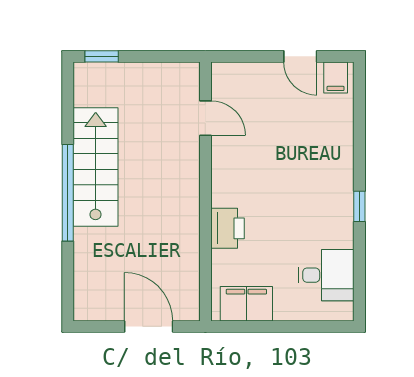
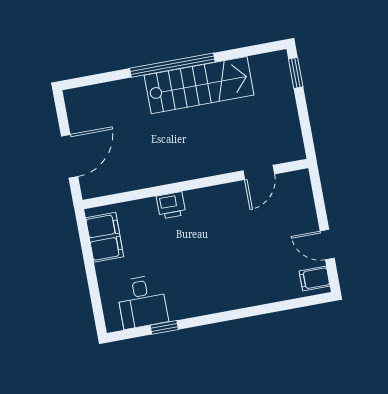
door: (300, 56) -> (327, 245), hinge flipped
window: (359, 206) -> (164, 327), moved
printer: (227, 228) -> (171, 205), width x0.73, depth x0.81

